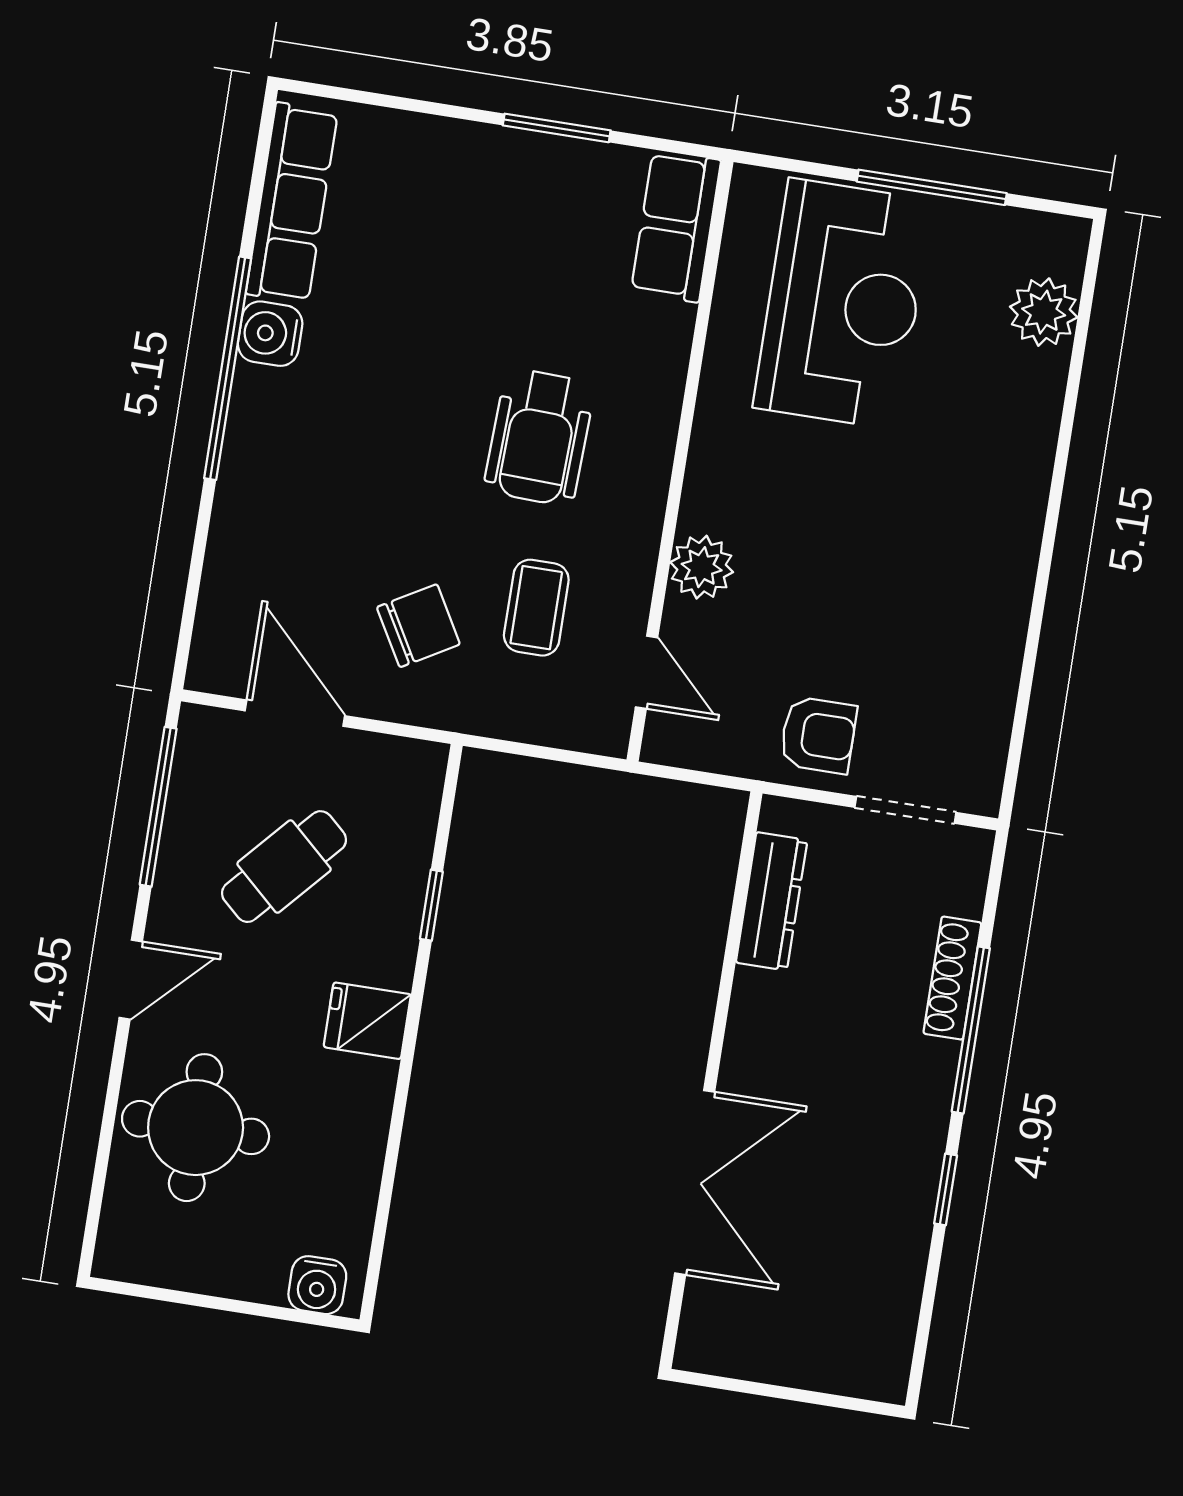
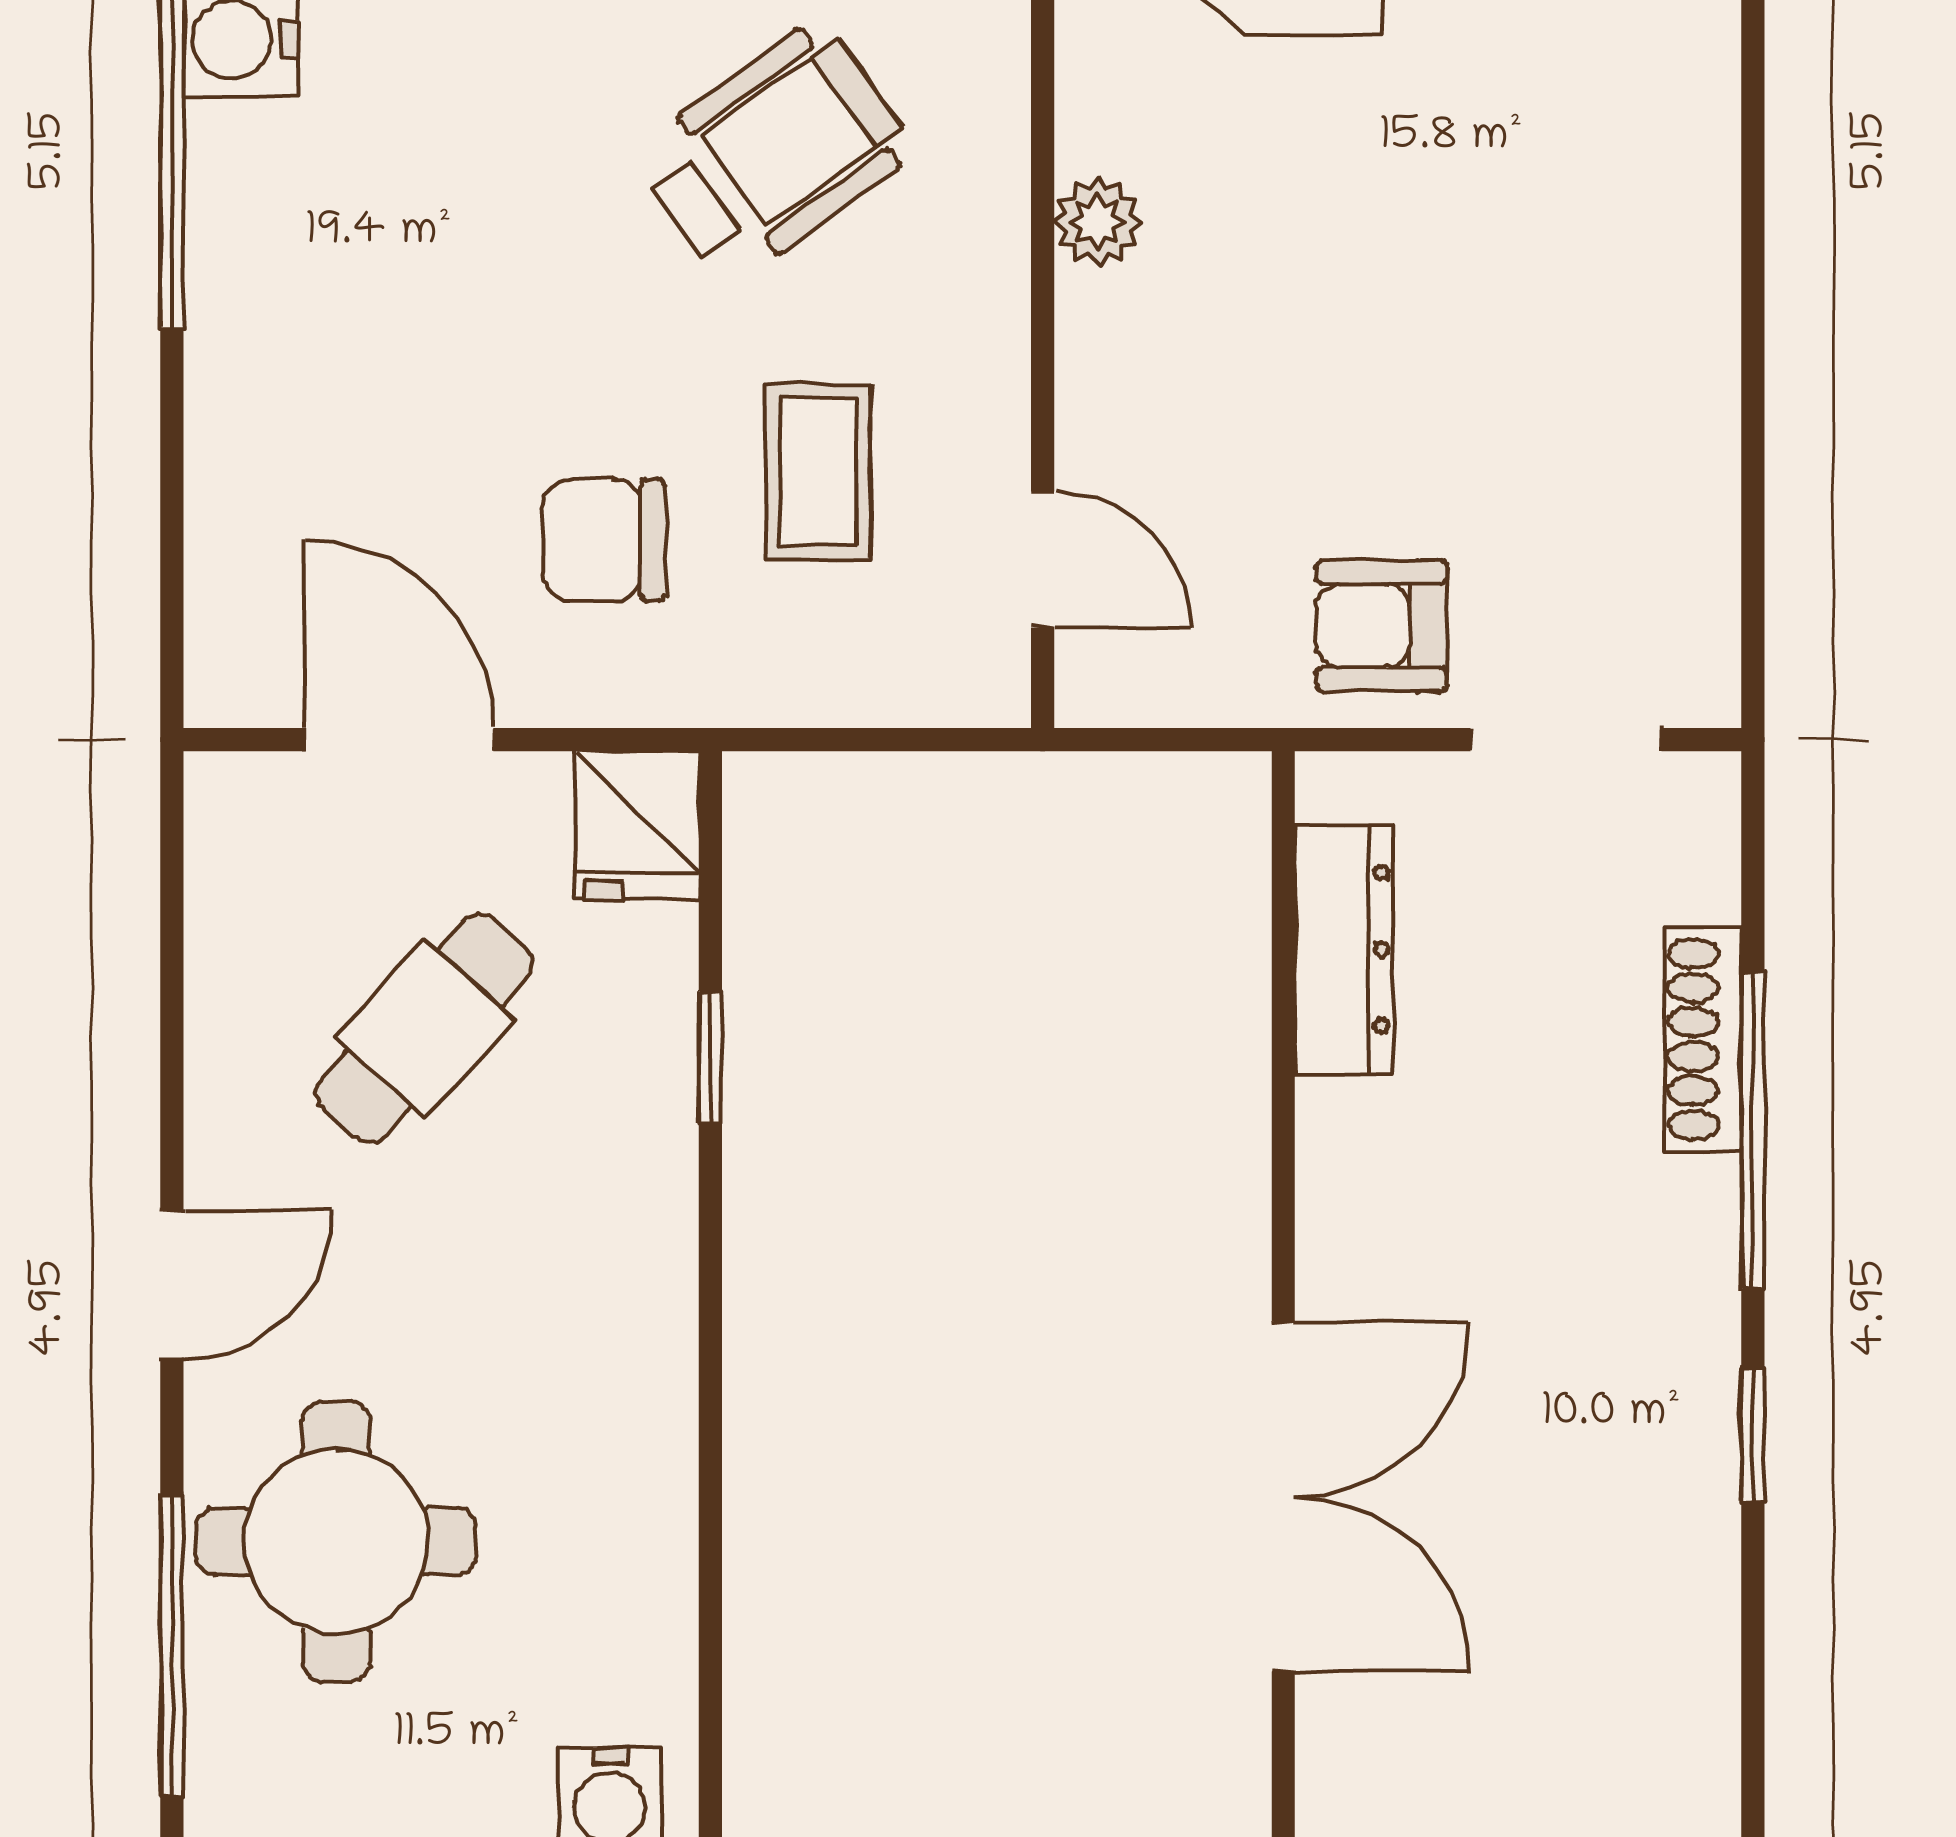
wheelchair: (539, 437) -> (773, 153), turned -128
plant: (702, 567) -> (1098, 222), moved, width x0.73, depth x0.73
chair: (418, 626) -> (604, 540), turned -150
armchair: (818, 735) -> (1381, 626), turned 180
window: (158, 807) -> (172, 1646), moved
fridge: (367, 1021) -> (637, 825), moved, turned -90

